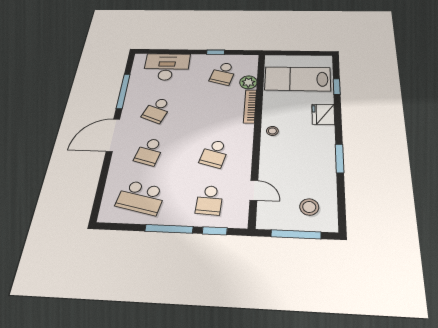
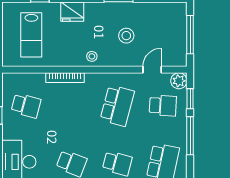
lab bench: (298, 79) -> (31, 35), width x0.73, depth x0.72
plant: (248, 82) -> (179, 81), moved
school desk: (215, 153) -> (117, 106), width x1.85
stool: (309, 207) -> (126, 36), moved

